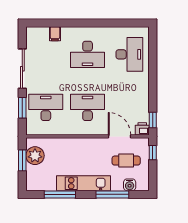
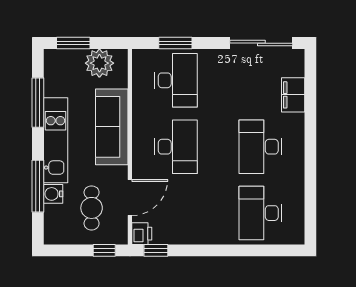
filing cabinet: (55, 34) -> (293, 95), width x2.00
desk: (129, 54) -> (260, 213), turned 90
sliding door: (22, 69) -> (261, 43), moved
sofa: (75, 148) -> (112, 127), added
window: (22, 160) -> (73, 43), moved
water cooler: (130, 185) -> (53, 194), moved

